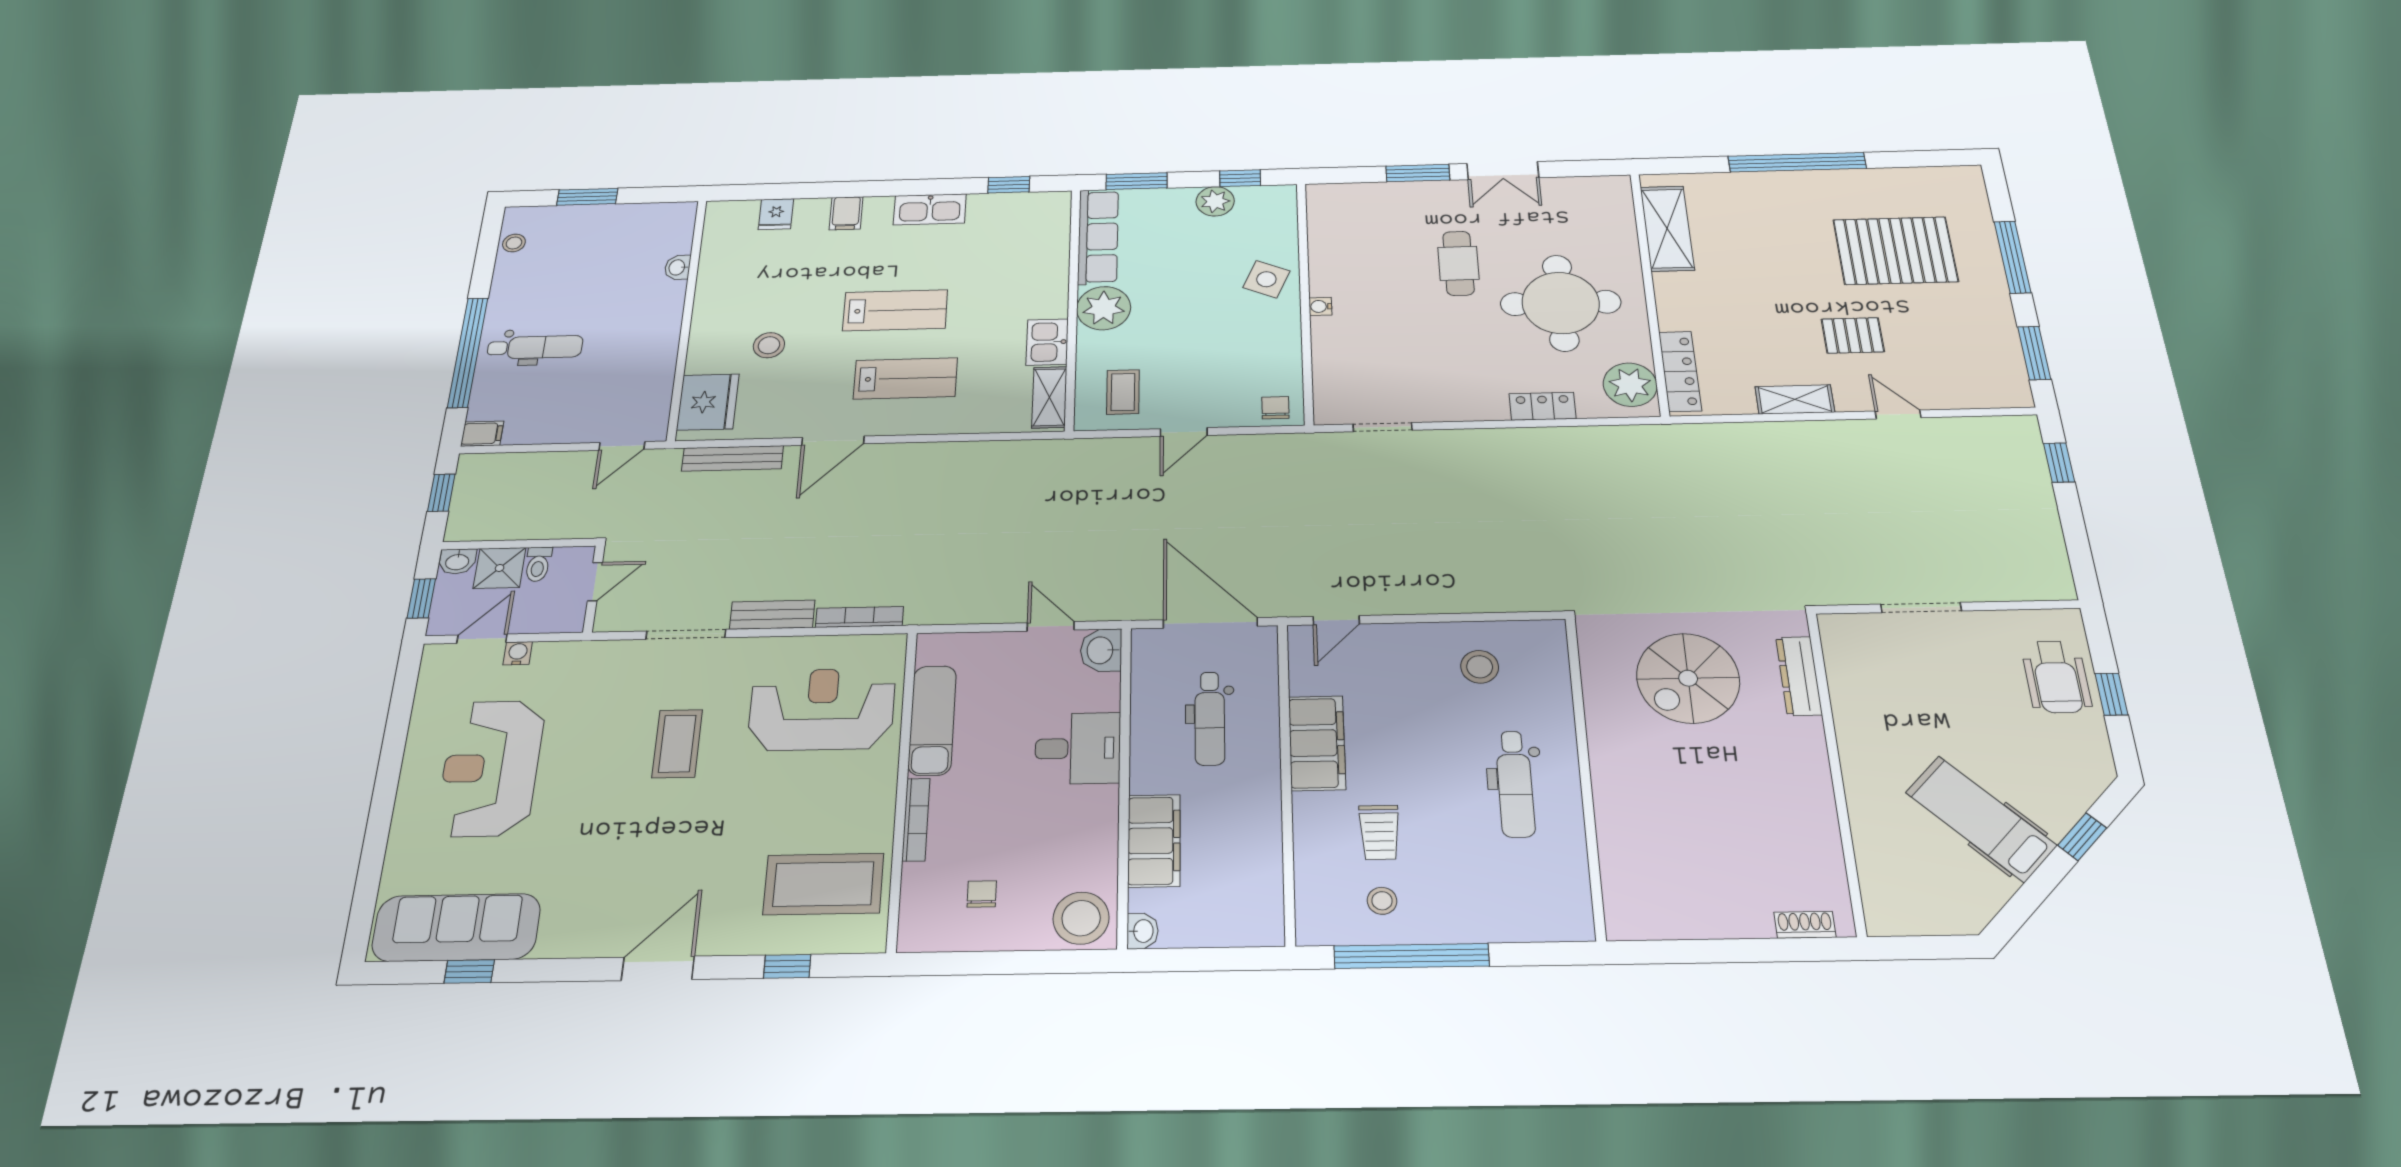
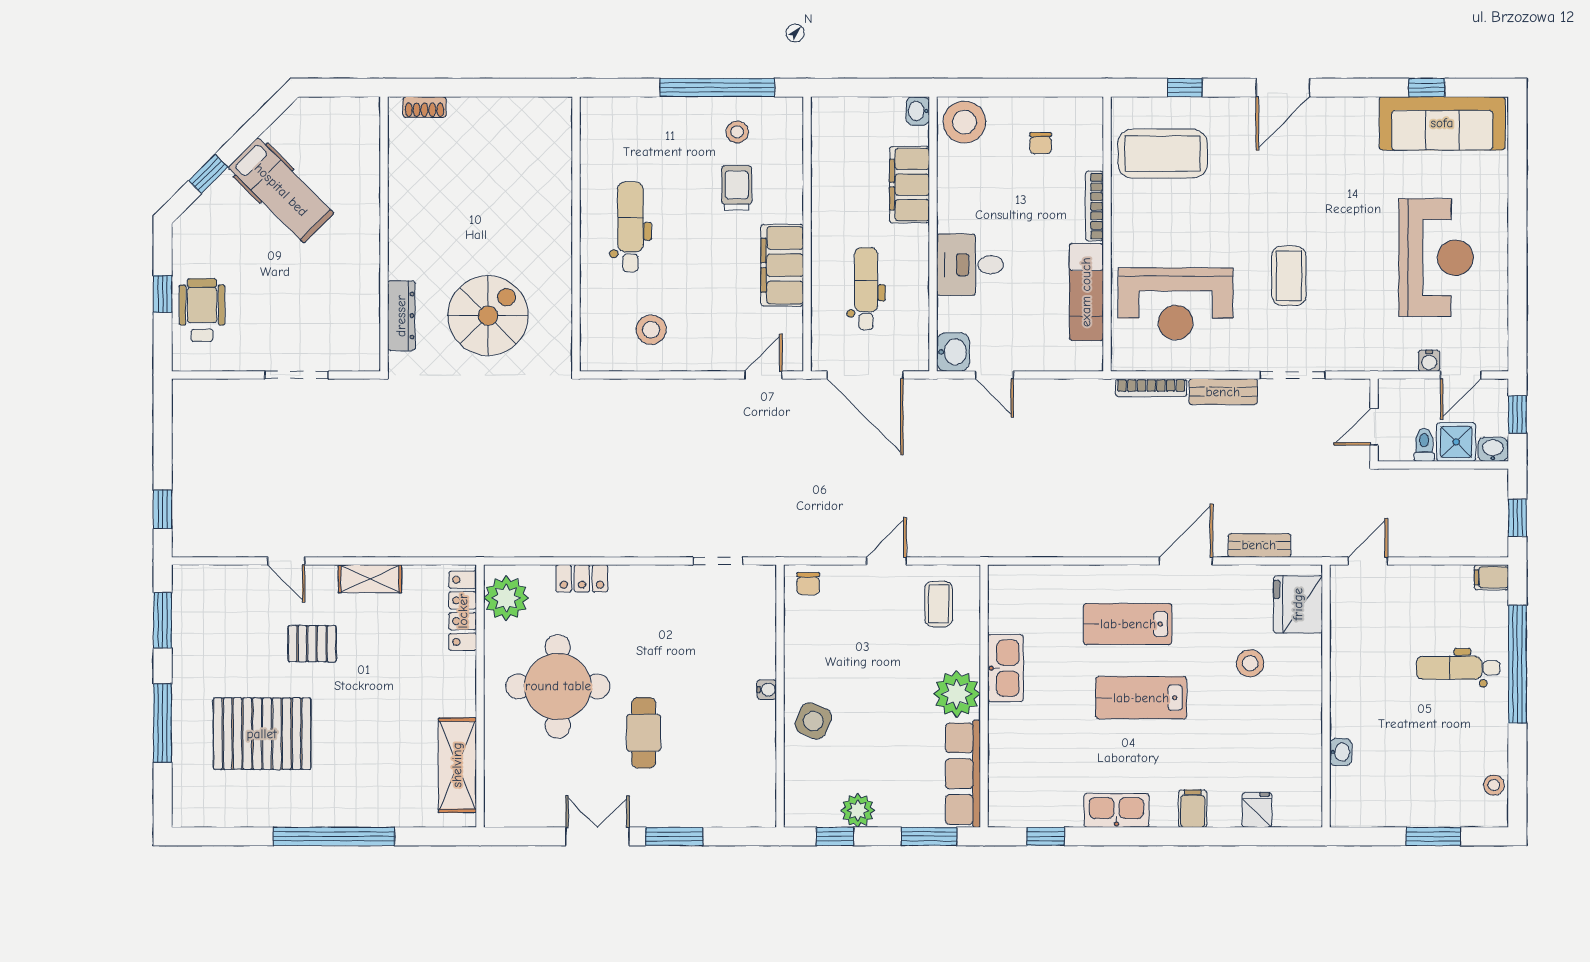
kitchen sink: (1047, 342) -> (1005, 668), width x1.38
shelving: (1049, 397) -> (1002, 600), removed
bench: (733, 458) -> (1259, 545), width x0.73

